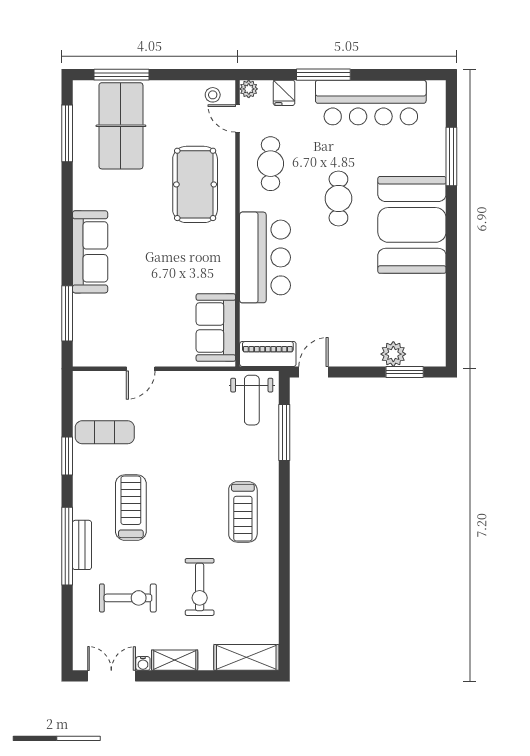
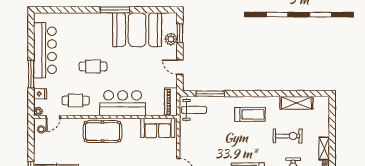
window: (451, 156) -> (115, 10), moved
pool table: (195, 184) -> (102, 132), moved
booth: (412, 225) -> (137, 30), moved
door: (314, 372) -> (180, 67), moved
shelving: (246, 657) -> (296, 103), moved, turned 90

